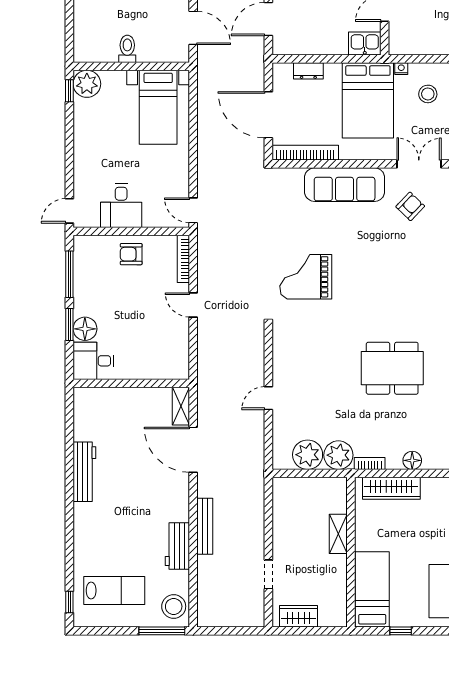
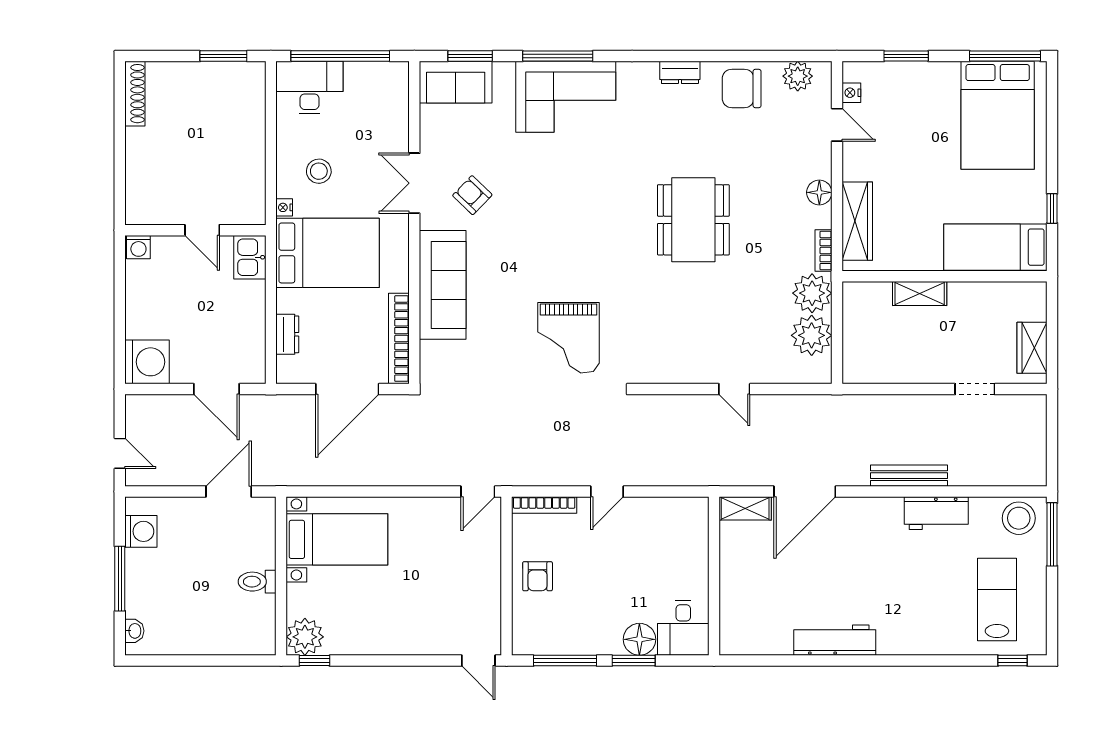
desk: (121, 206) -> (471, 590), removed

